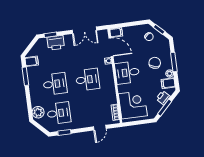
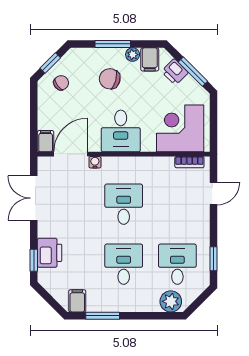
double door: (84, 30) -> (34, 198), swing flipped
door: (100, 128) -> (214, 194), hinge flipped

